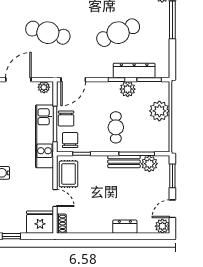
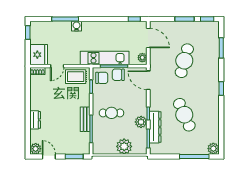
plant: (149, 164) -> (84, 139), removed

